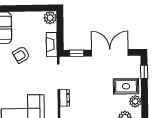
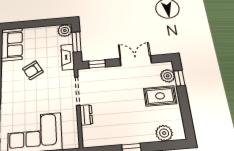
window: (60, 30) -> (76, 42), added
double door: (110, 53) -> (136, 61), width x0.73
plant: (135, 101) -> (168, 76), moved

